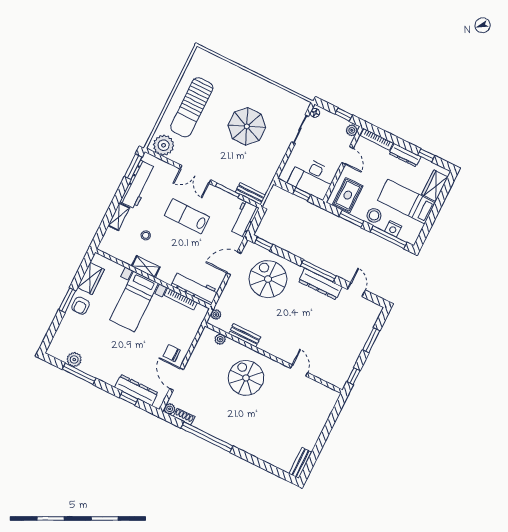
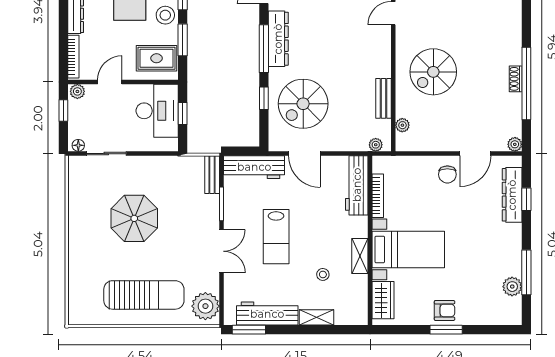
workbench: (244, 219) -> (254, 167), width x1.38
window: (264, 244) -> (264, 98), moved
wardrobe: (91, 279) -> (383, 300), moved, turned 90
shoe rack: (184, 417) -> (516, 79), moved

